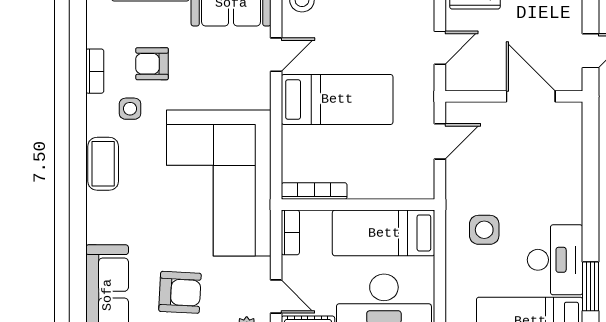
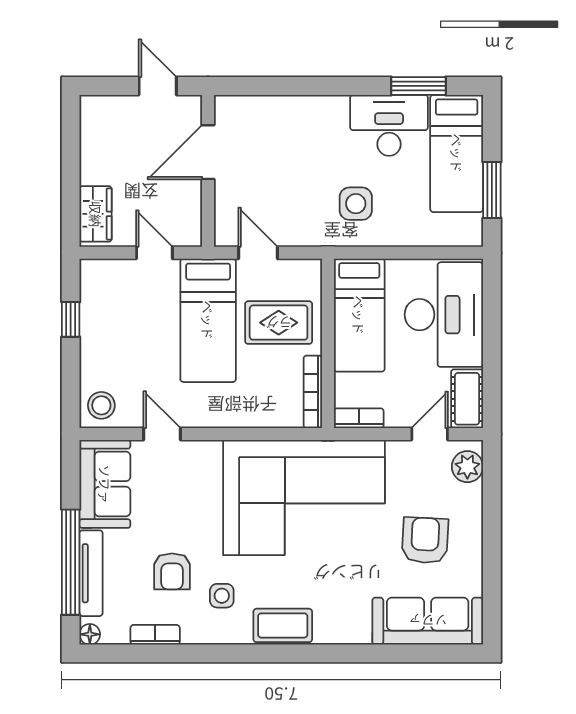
bookcase: (95, 71) -> (155, 635), moved
bed: (337, 99) -> (208, 320), moved, turned 180
rug: (377, 160) -> (279, 323), added

